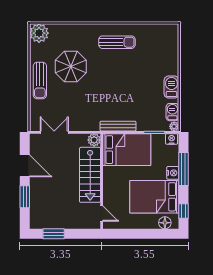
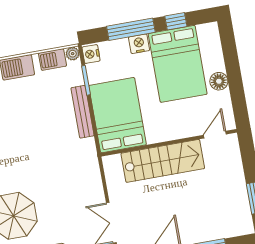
bench: (118, 126) -> (82, 112), moved
plant: (94, 140) -> (112, 164), removed
window: (184, 211) -> (176, 21), moved
floor lamp: (165, 223) -> (219, 81), moved

